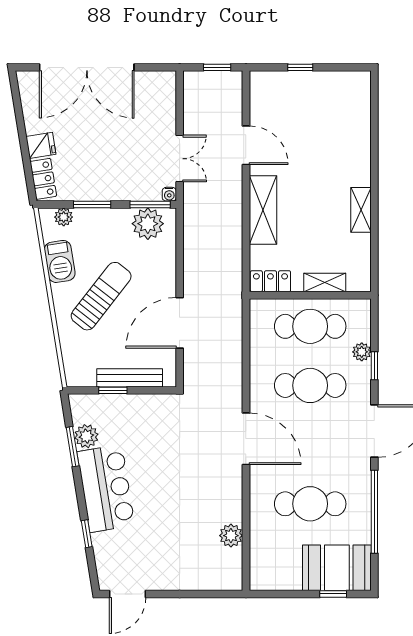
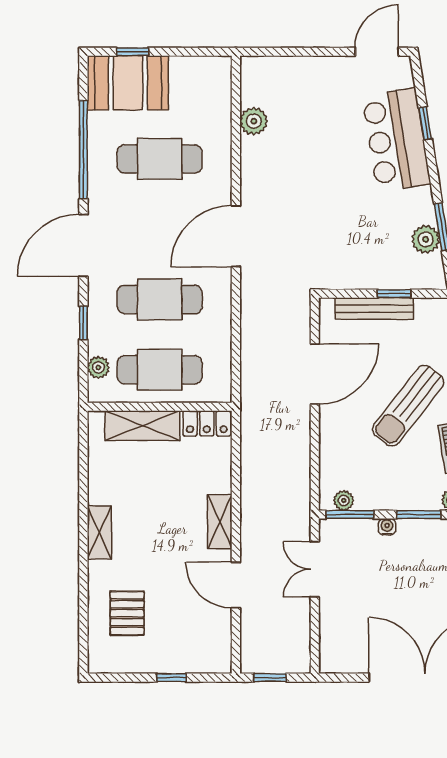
pallet: (338, 121) -> (127, 613), added
water cooler: (169, 194) -> (387, 527), moved
shelving: (263, 210) -> (220, 522), width x0.67, depth x0.75
shelving: (361, 210) -> (99, 532), moved
plant: (148, 224) -> (344, 501), width x0.53, depth x0.53
shelving: (325, 283) -> (142, 426), width x1.50, depth x1.33
plant: (362, 352) -> (98, 367), moved
door: (246, 439) -> (236, 236), hinge flipped
bar counter: (106, 489) -> (396, 140), moved

